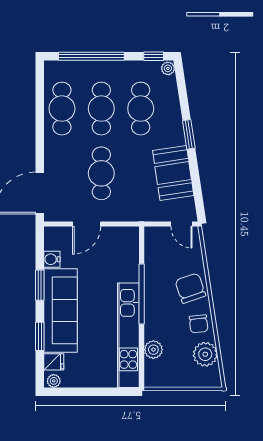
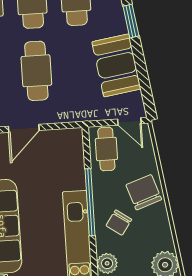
cafe table: (159, 247) -> (106, 149), added
chair: (199, 324) -> (119, 223), moved, turned 41

